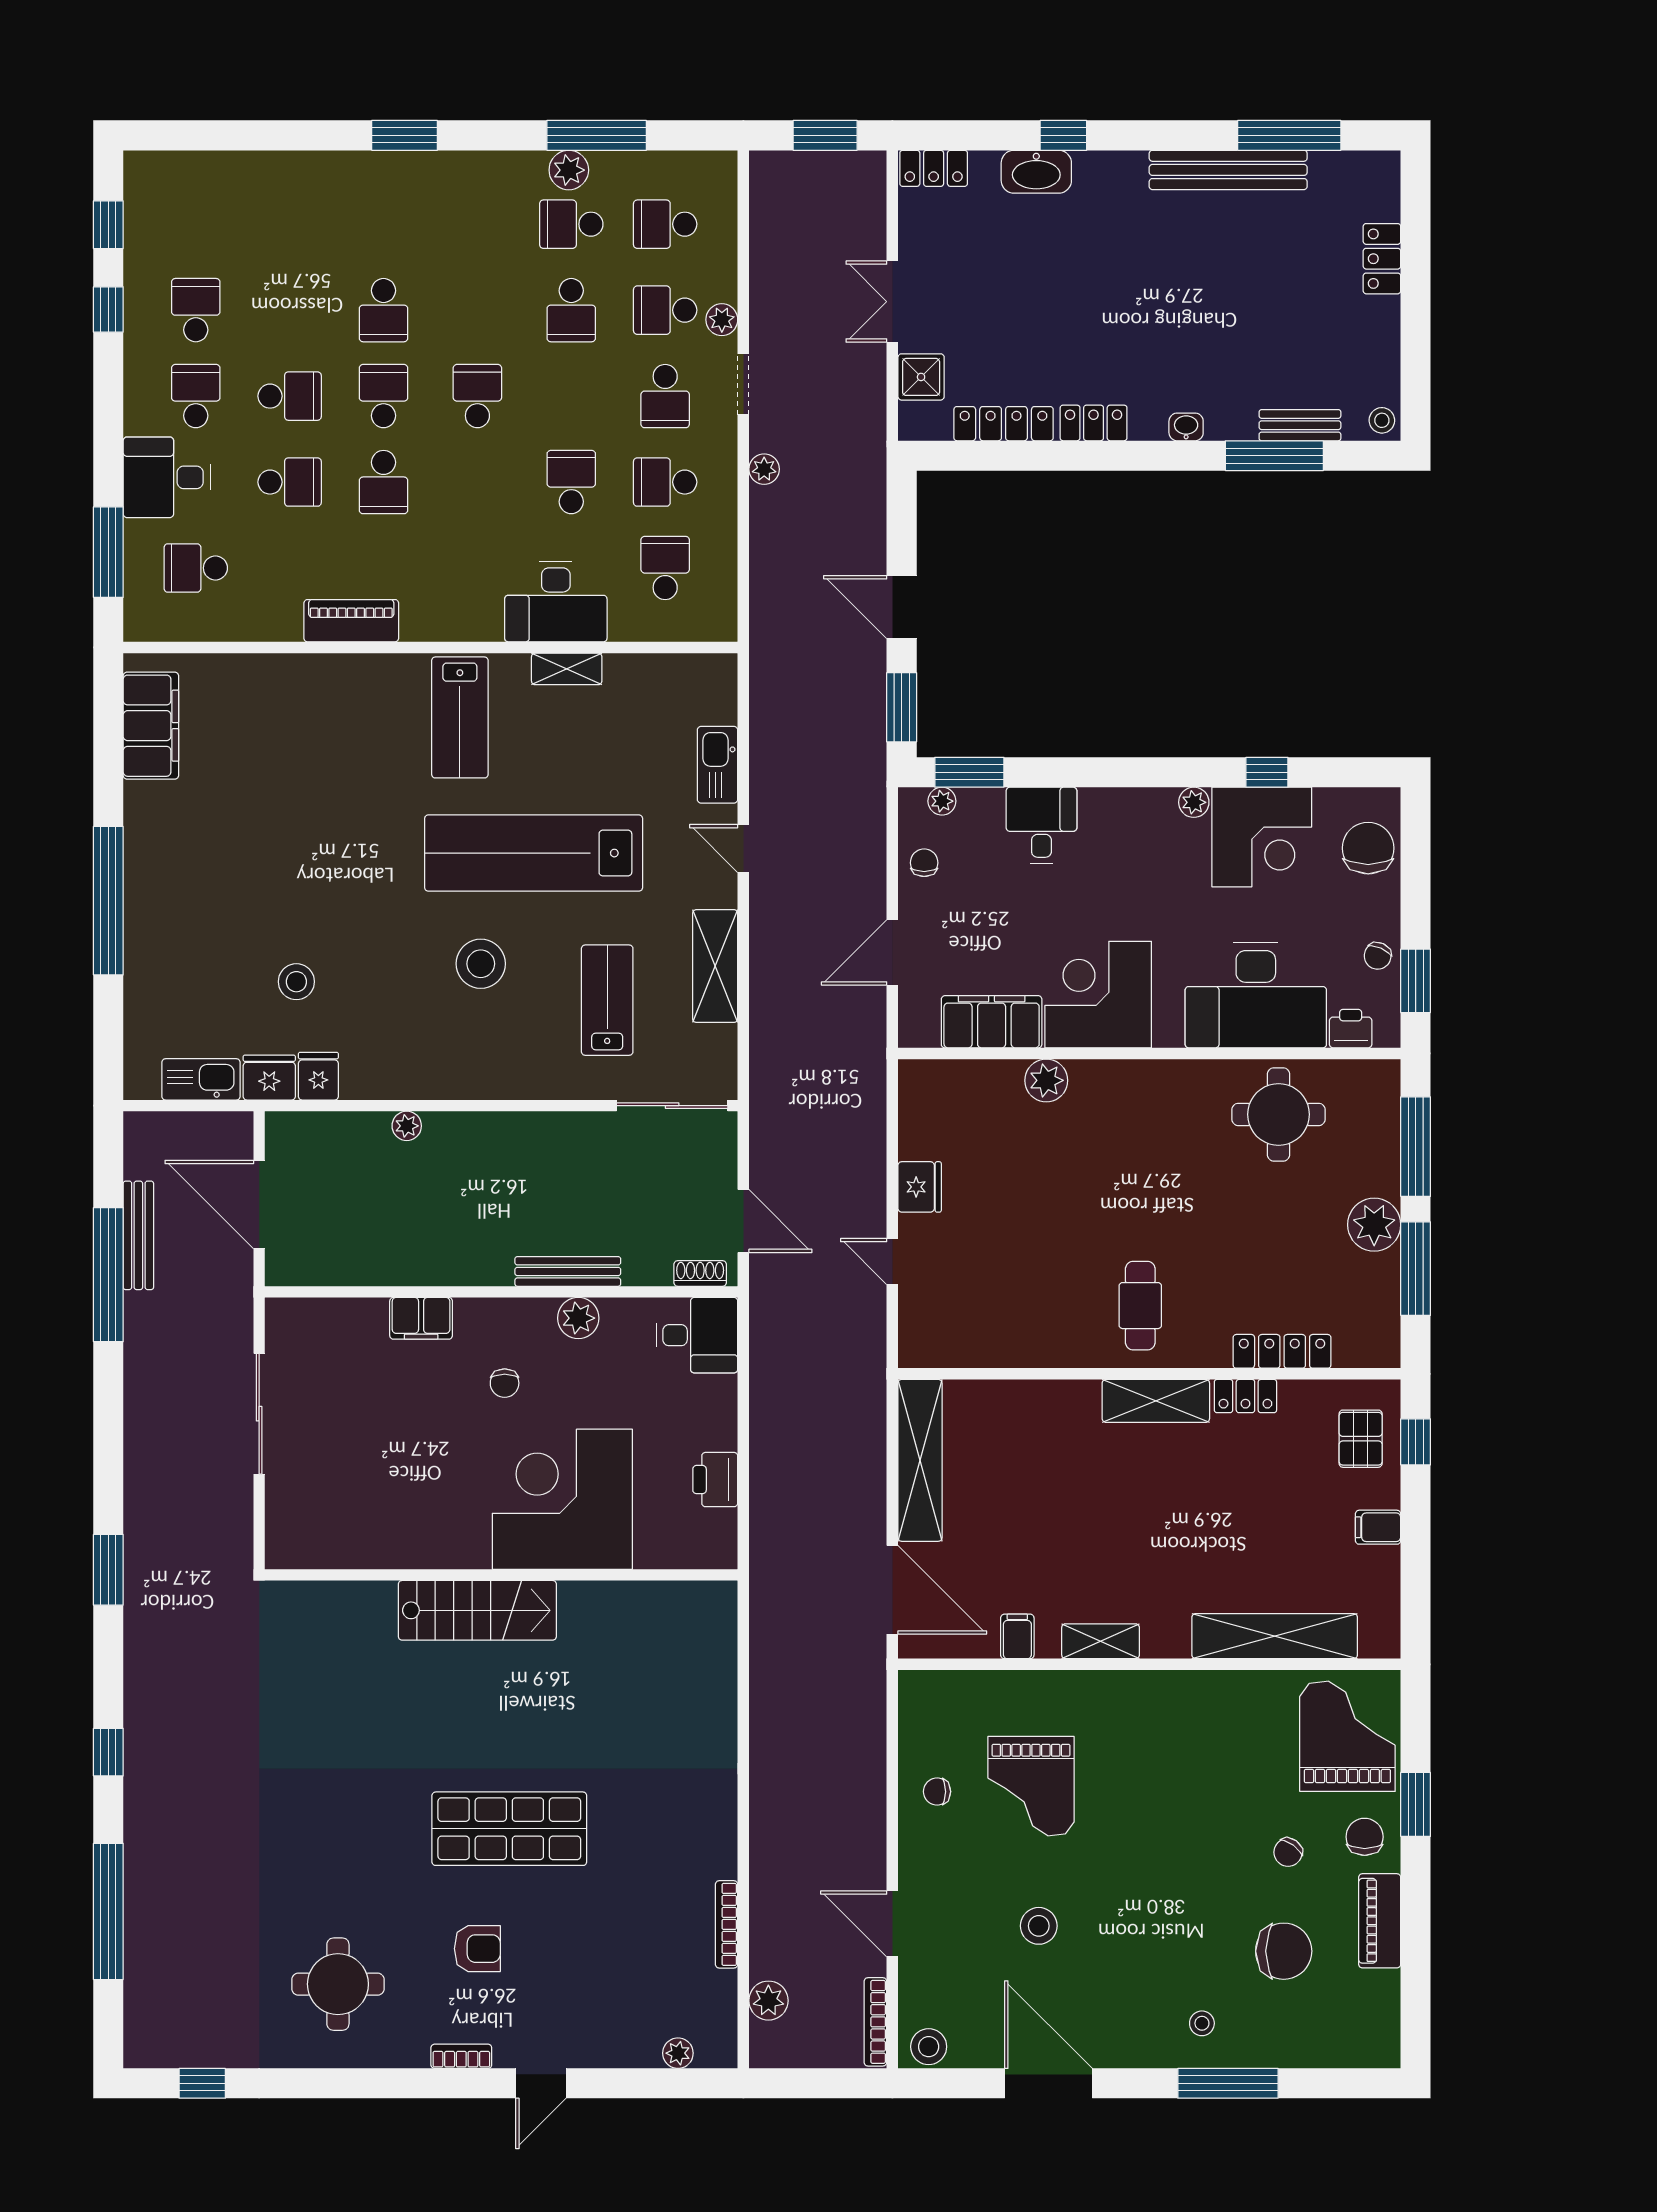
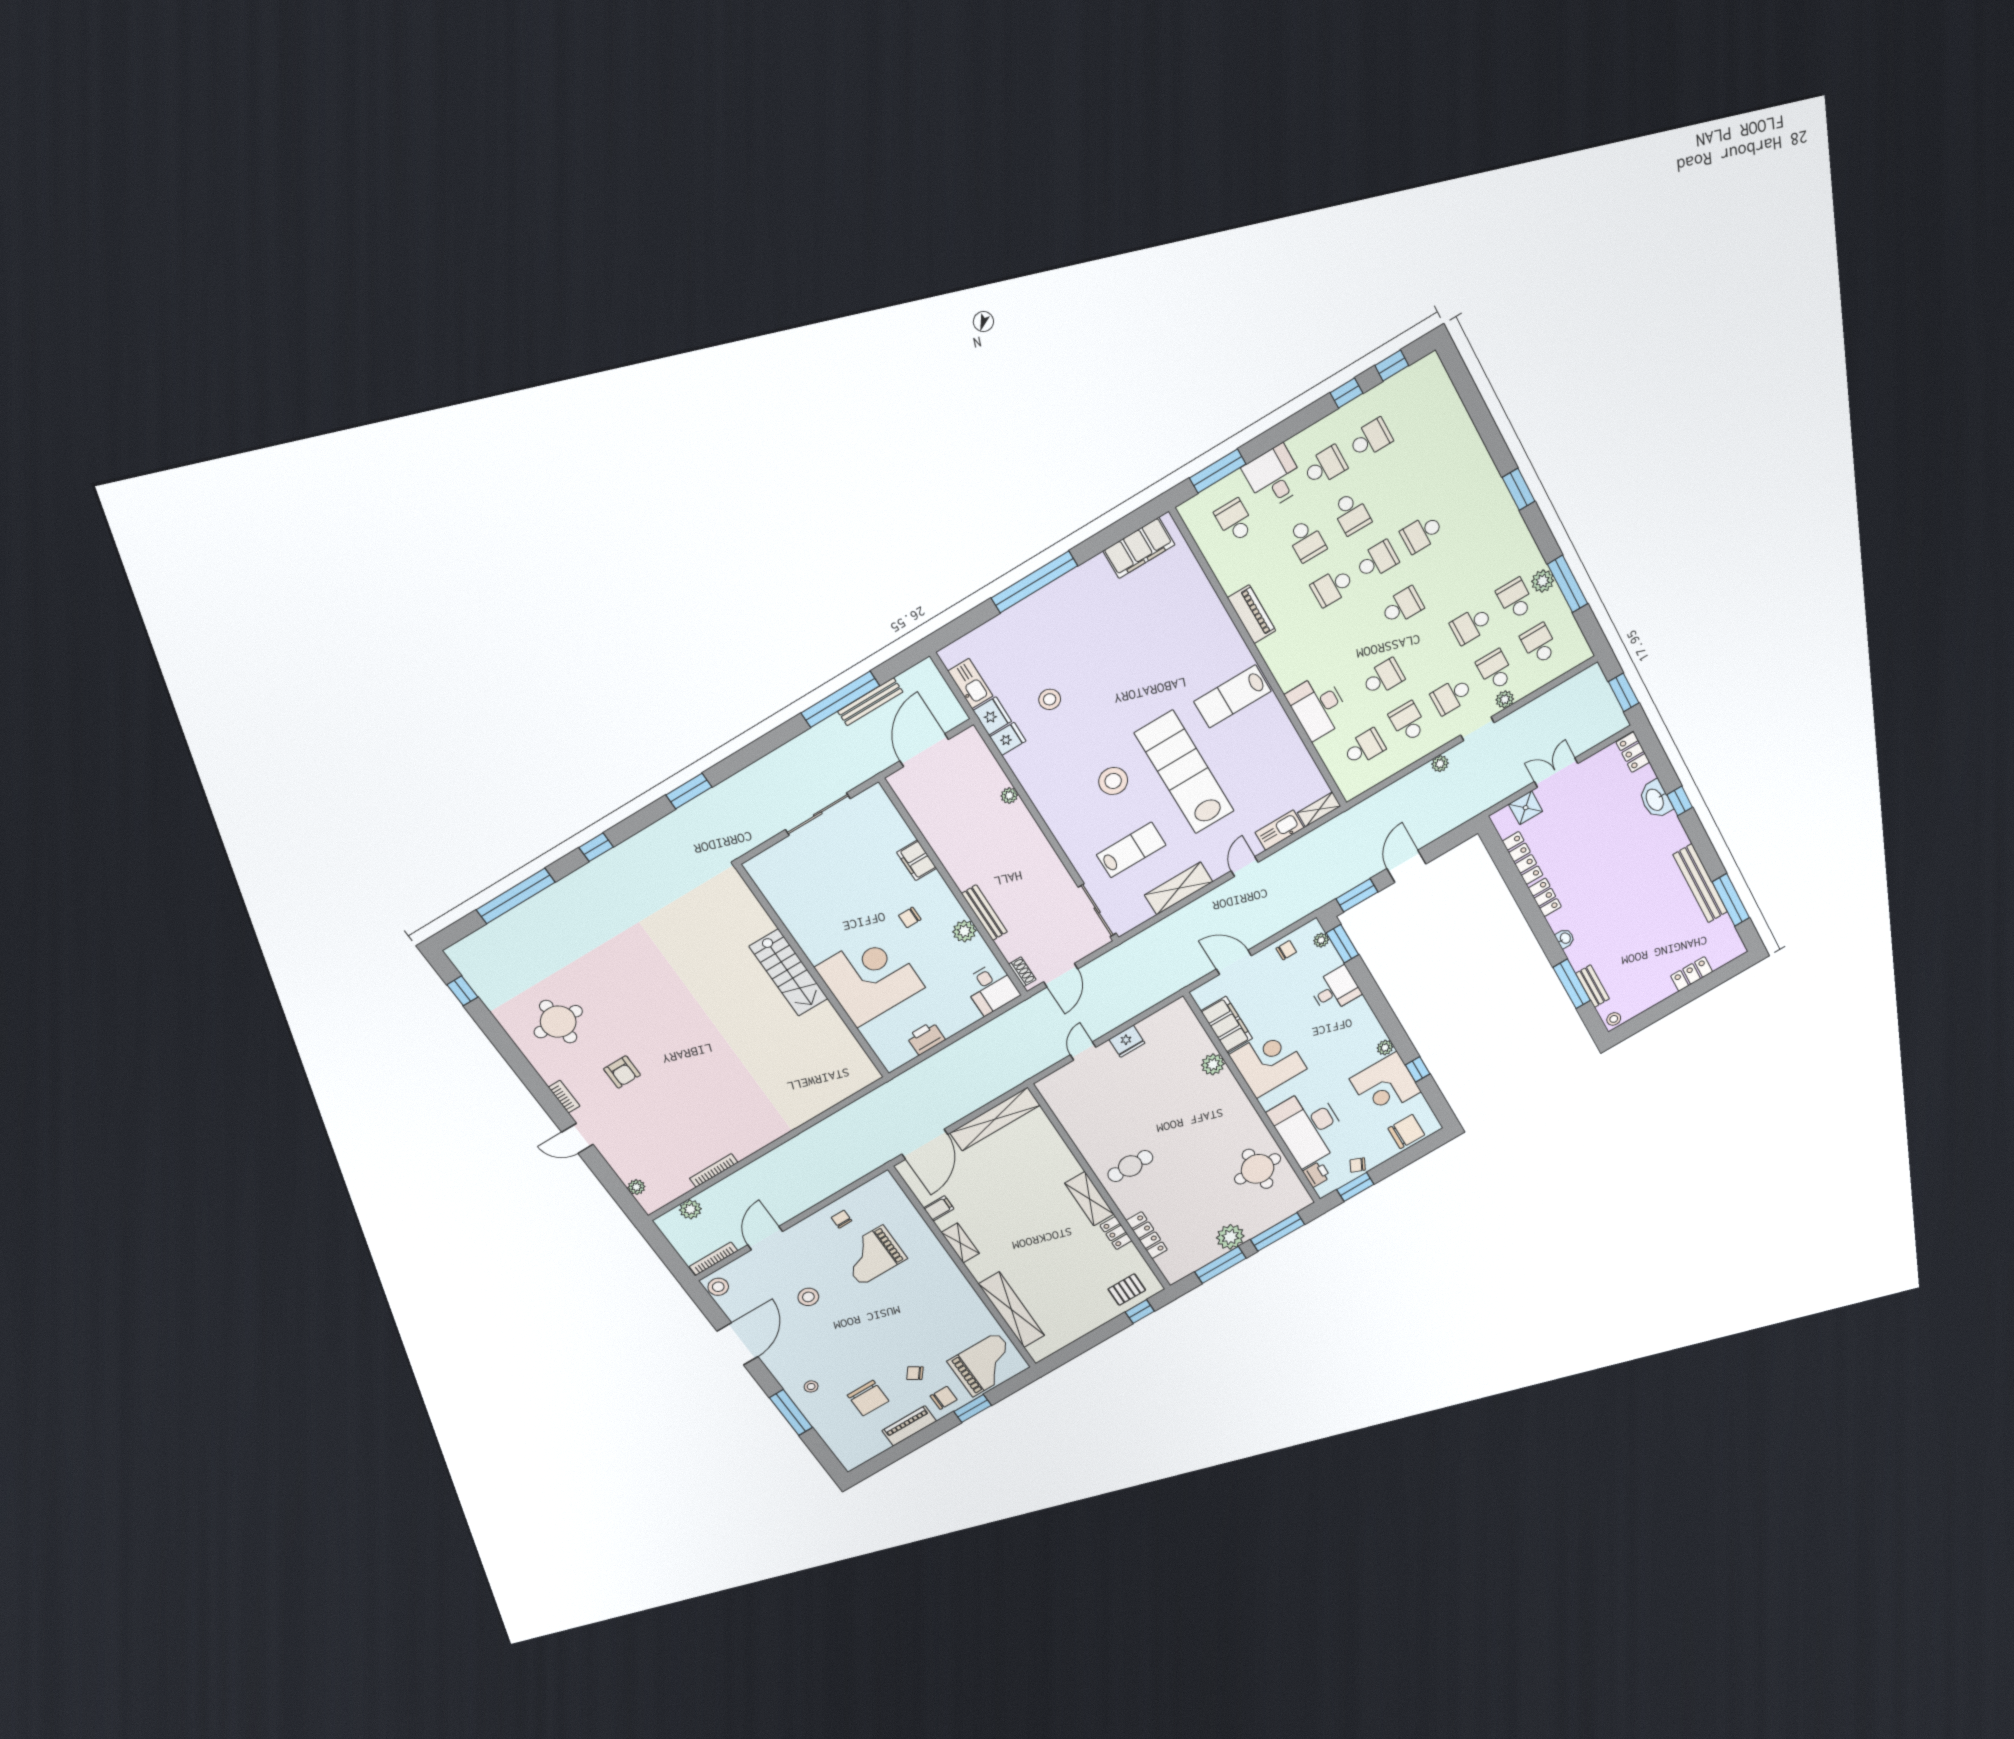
shelving: (567, 669) -> (1319, 809), moved, turned 90
filing cabinet: (1378, 1527) -> (1090, 1320), removed
shop shelf: (509, 1829) -> (691, 1051), removed

